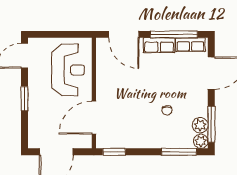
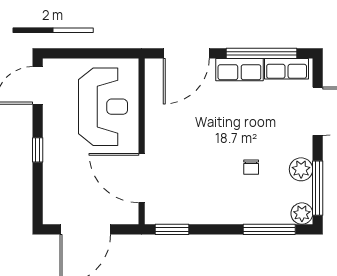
door: (124, 34) -> (186, 53), hinge flipped
window: (24, 99) -> (38, 150), width x0.67
door: (94, 118) -> (142, 178), hinge flipped
plant: (200, 125) -> (301, 169), moved

